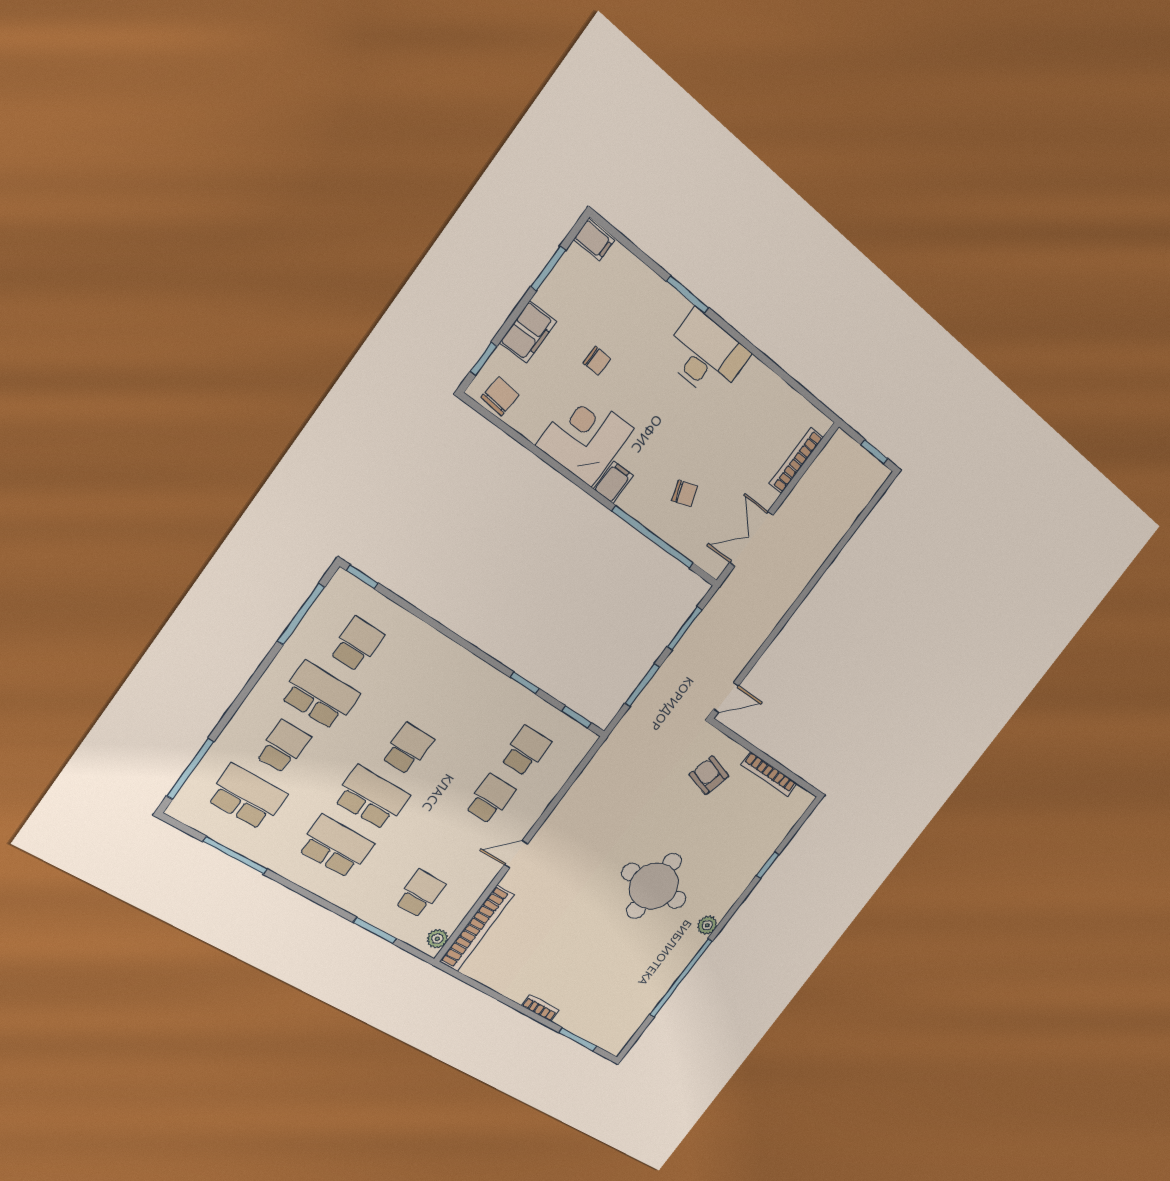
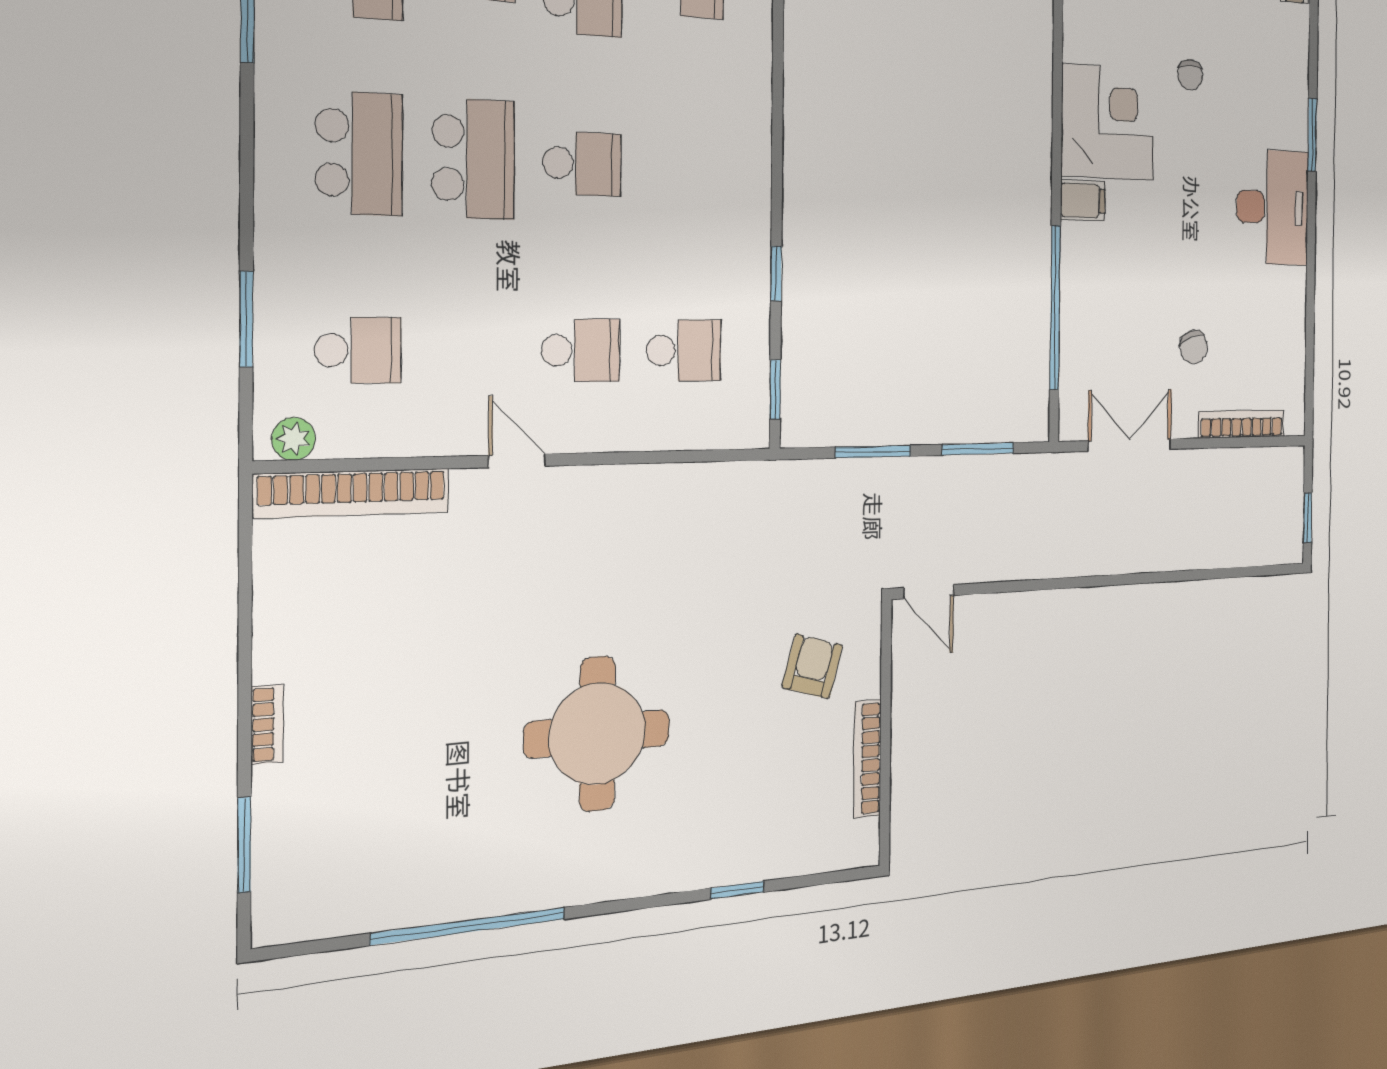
chair: (685, 494) -> (1194, 347), moved
plant: (707, 925) -> (585, 885), removed

